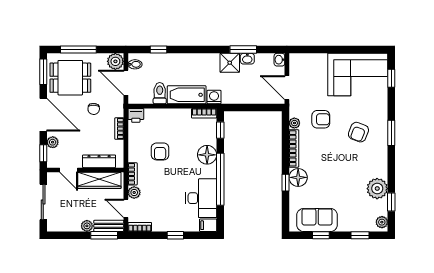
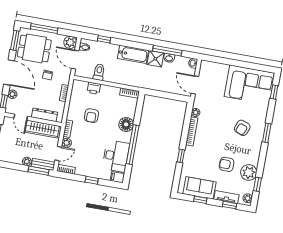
window: (243, 49) -> (167, 51), width x1.44
bathtub: (187, 95) -> (133, 54), moved, turned 180
washing machine: (214, 97) -> (139, 82), removed
printer: (136, 115) -> (94, 88), moved
armchair: (321, 119) -> (227, 164), moved, turned 180
window: (220, 130) -> (139, 108), removed
floor lamp: (298, 177) -> (191, 154), removed
door: (126, 208) -> (58, 154), swing flipped
tv unit: (354, 226) -> (226, 197), added

